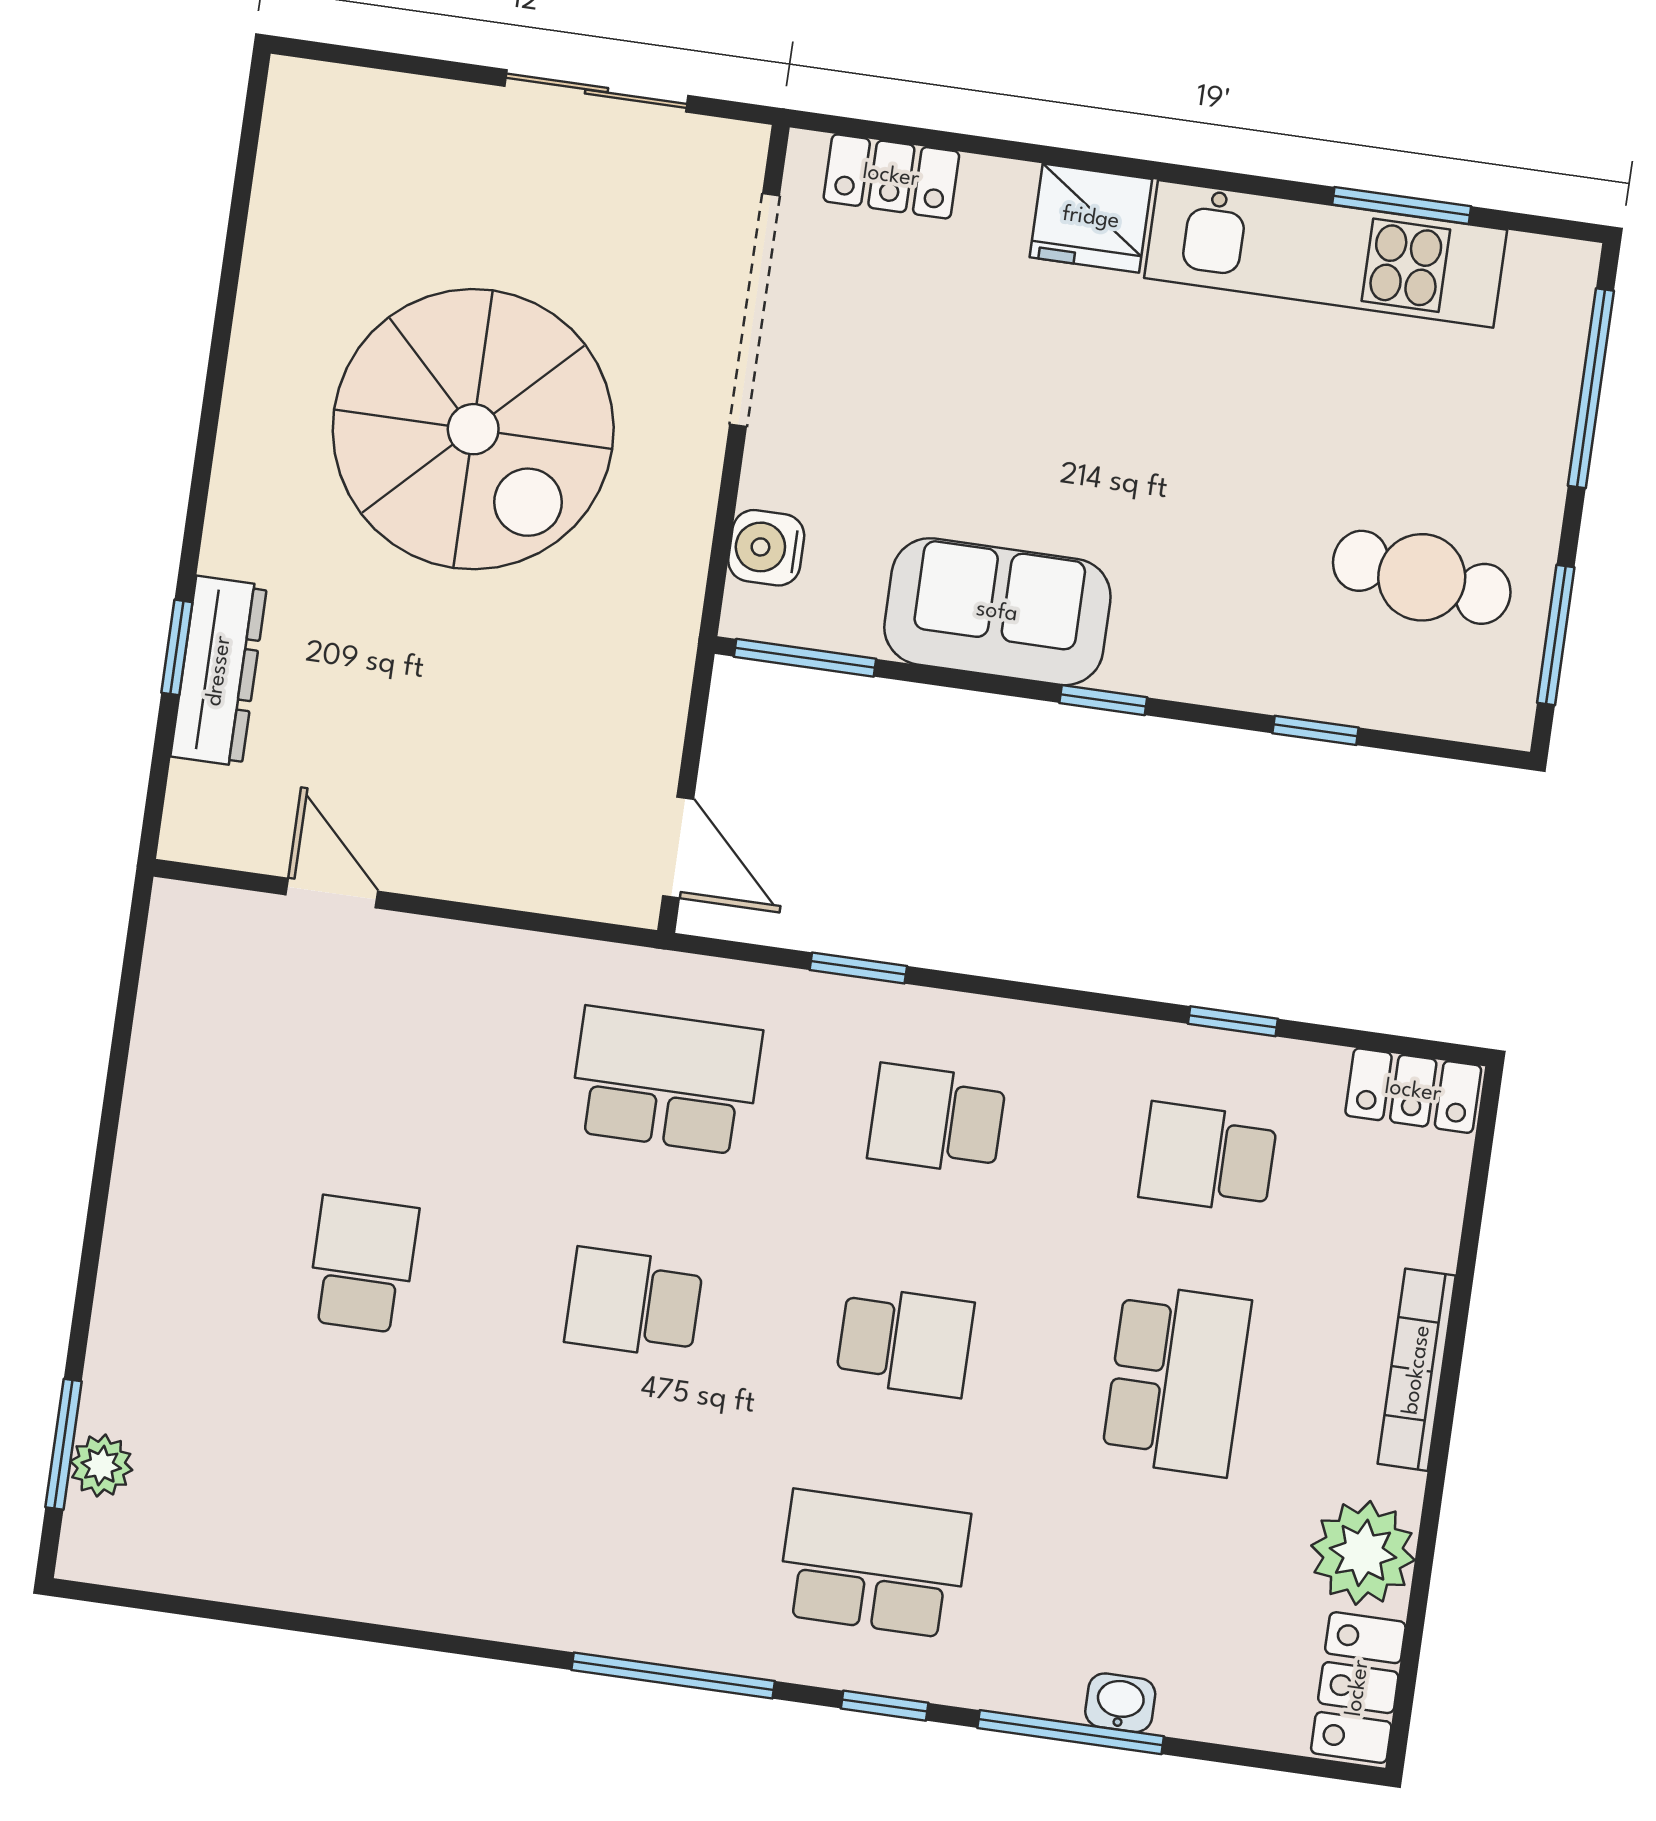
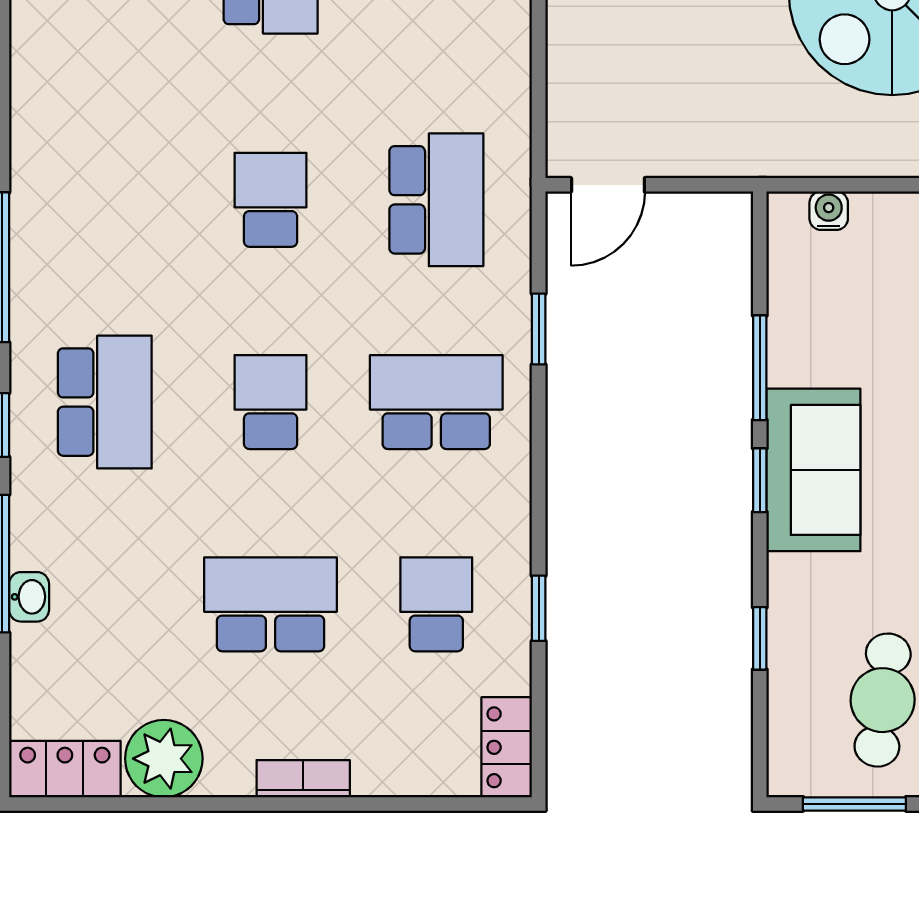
water cooler: (766, 548) -> (829, 211), width x0.72, depth x0.72
sofa: (997, 612) -> (813, 470), moved
window: (805, 658) -> (760, 368), moved
school desk: (937, 1119) -> (436, 402), width x1.85
school desk: (905, 1342) -> (271, 402), turned 180
bookcase: (1417, 1370) -> (303, 779), width x0.64
school desk: (1176, 1380) -> (271, 604), turned 180

